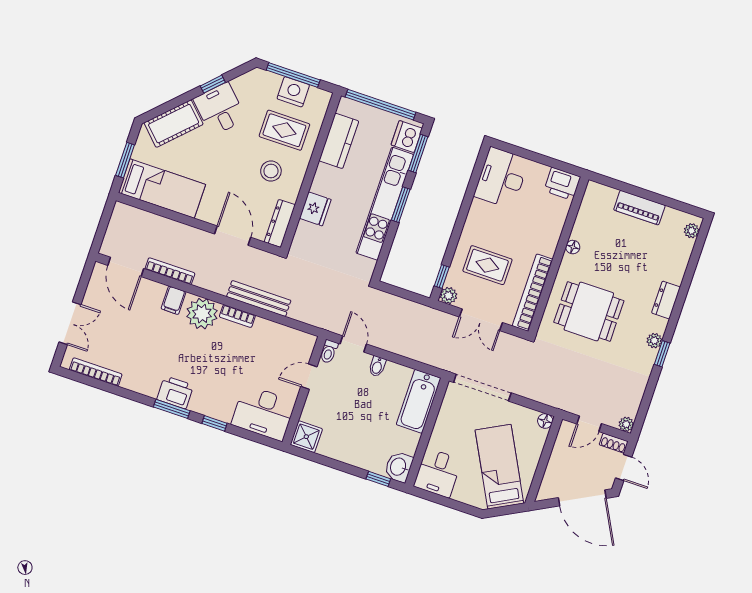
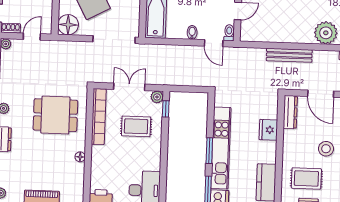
stool: (271, 171) -> (326, 149), moved
bookcase: (237, 316) -> (300, 39), removed
floor lamp: (545, 421) -> (68, 25), width x1.89, depth x1.89

